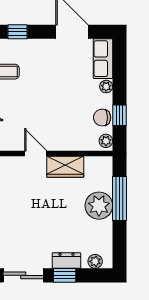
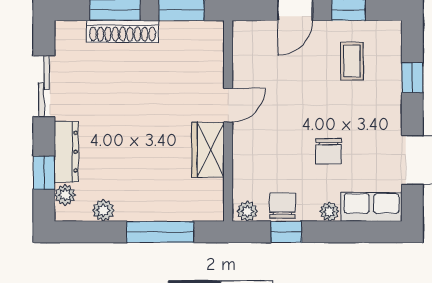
chair: (66, 87) -> (329, 151), added
plant: (99, 206) -> (103, 210), moved, width x0.53, depth x0.53
dresser: (66, 261) -> (66, 152), width x1.44
window: (65, 275) -> (44, 173), moved

